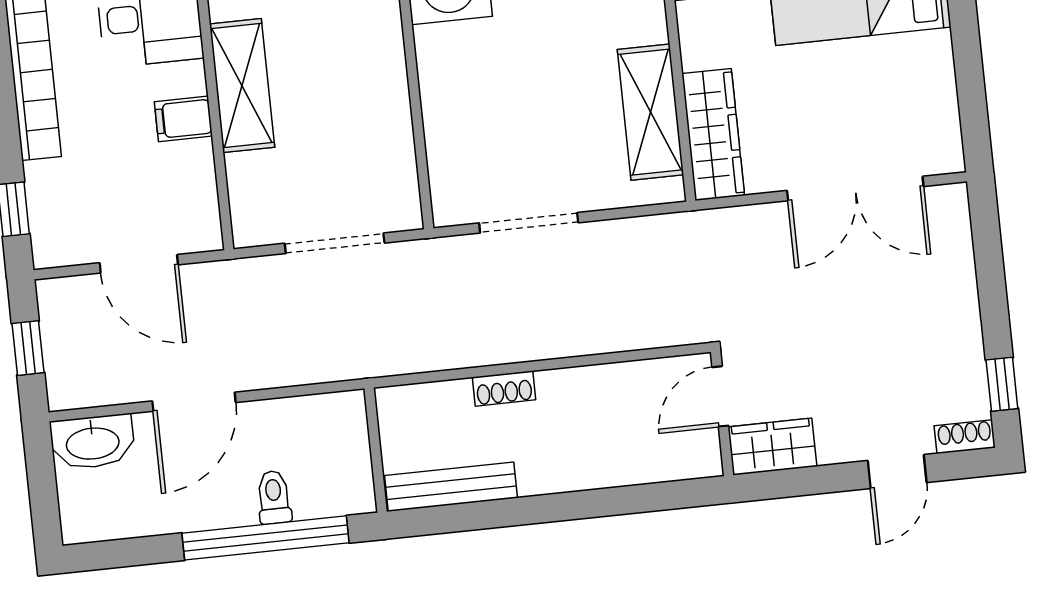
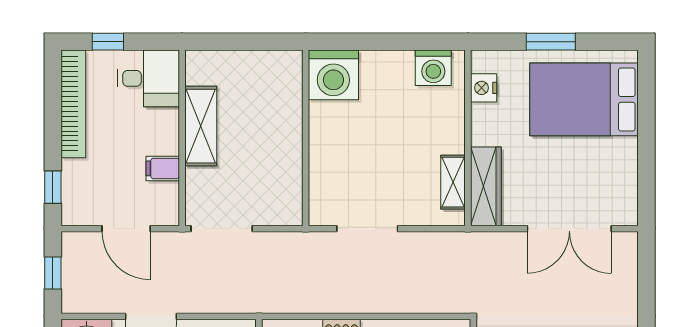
shelving: (650, 112) -> (453, 182), width x0.67, depth x0.75
filing cabinet: (183, 119) -> (163, 168), moved
doorway: (335, 243) -> (222, 229), moved

